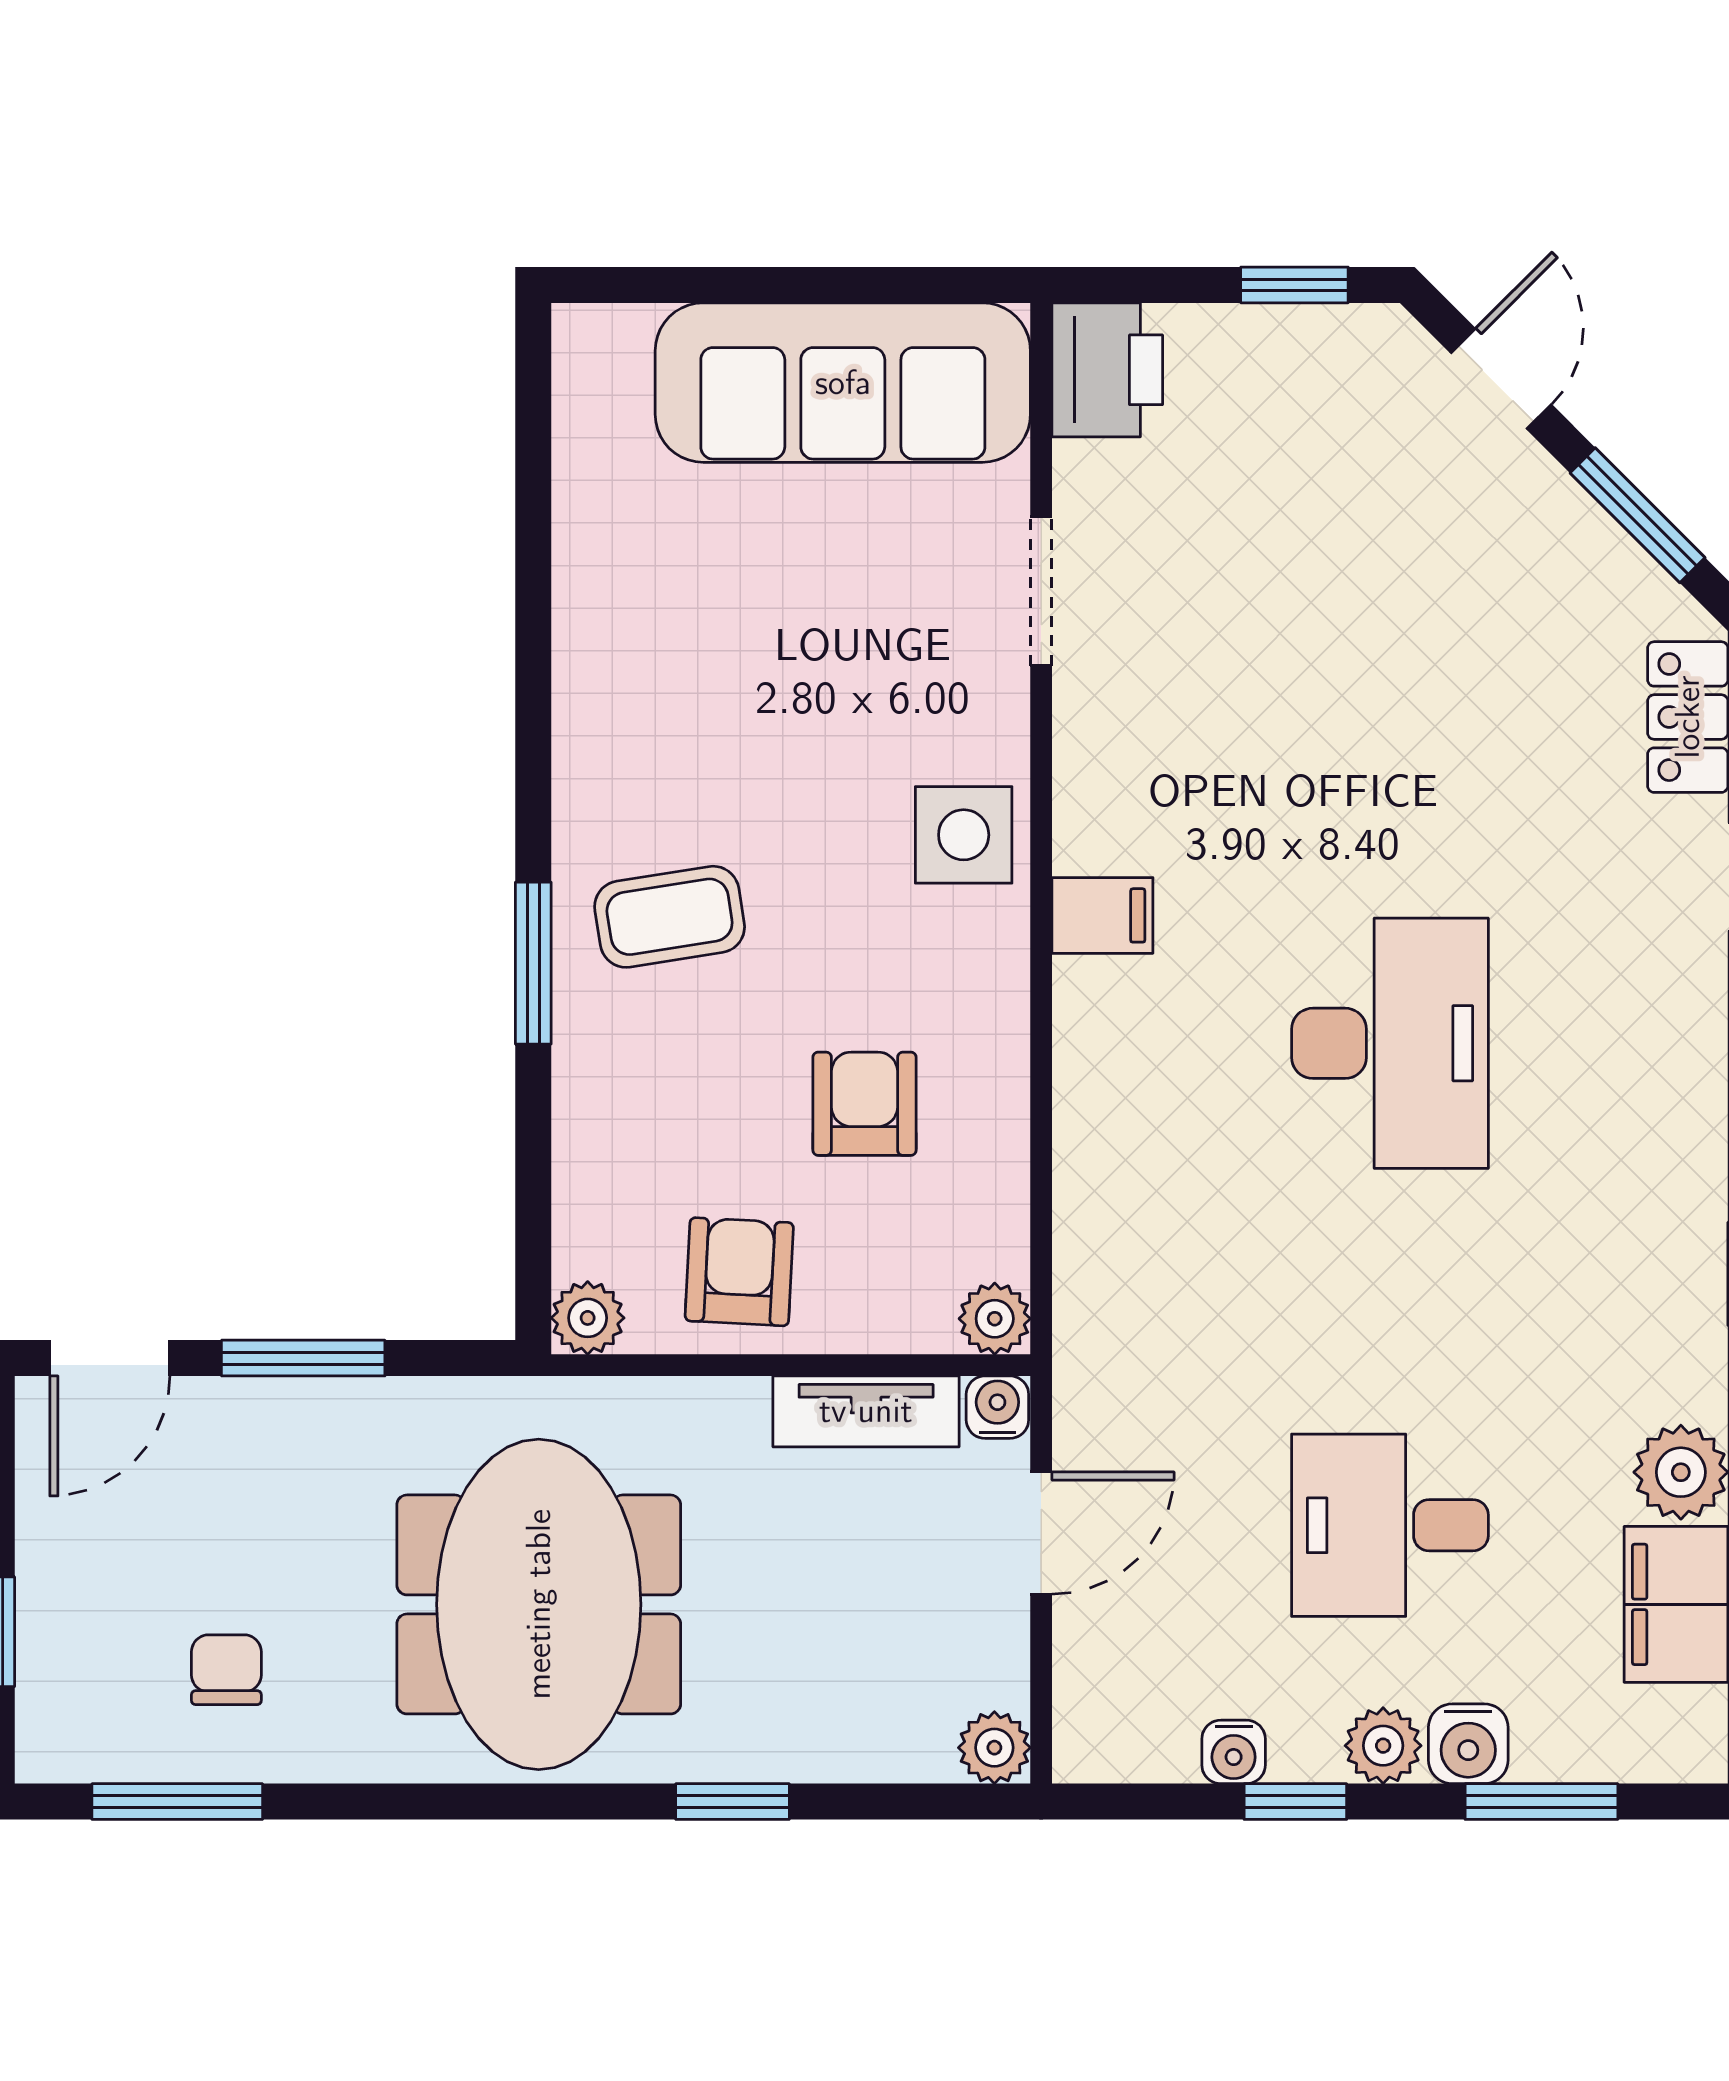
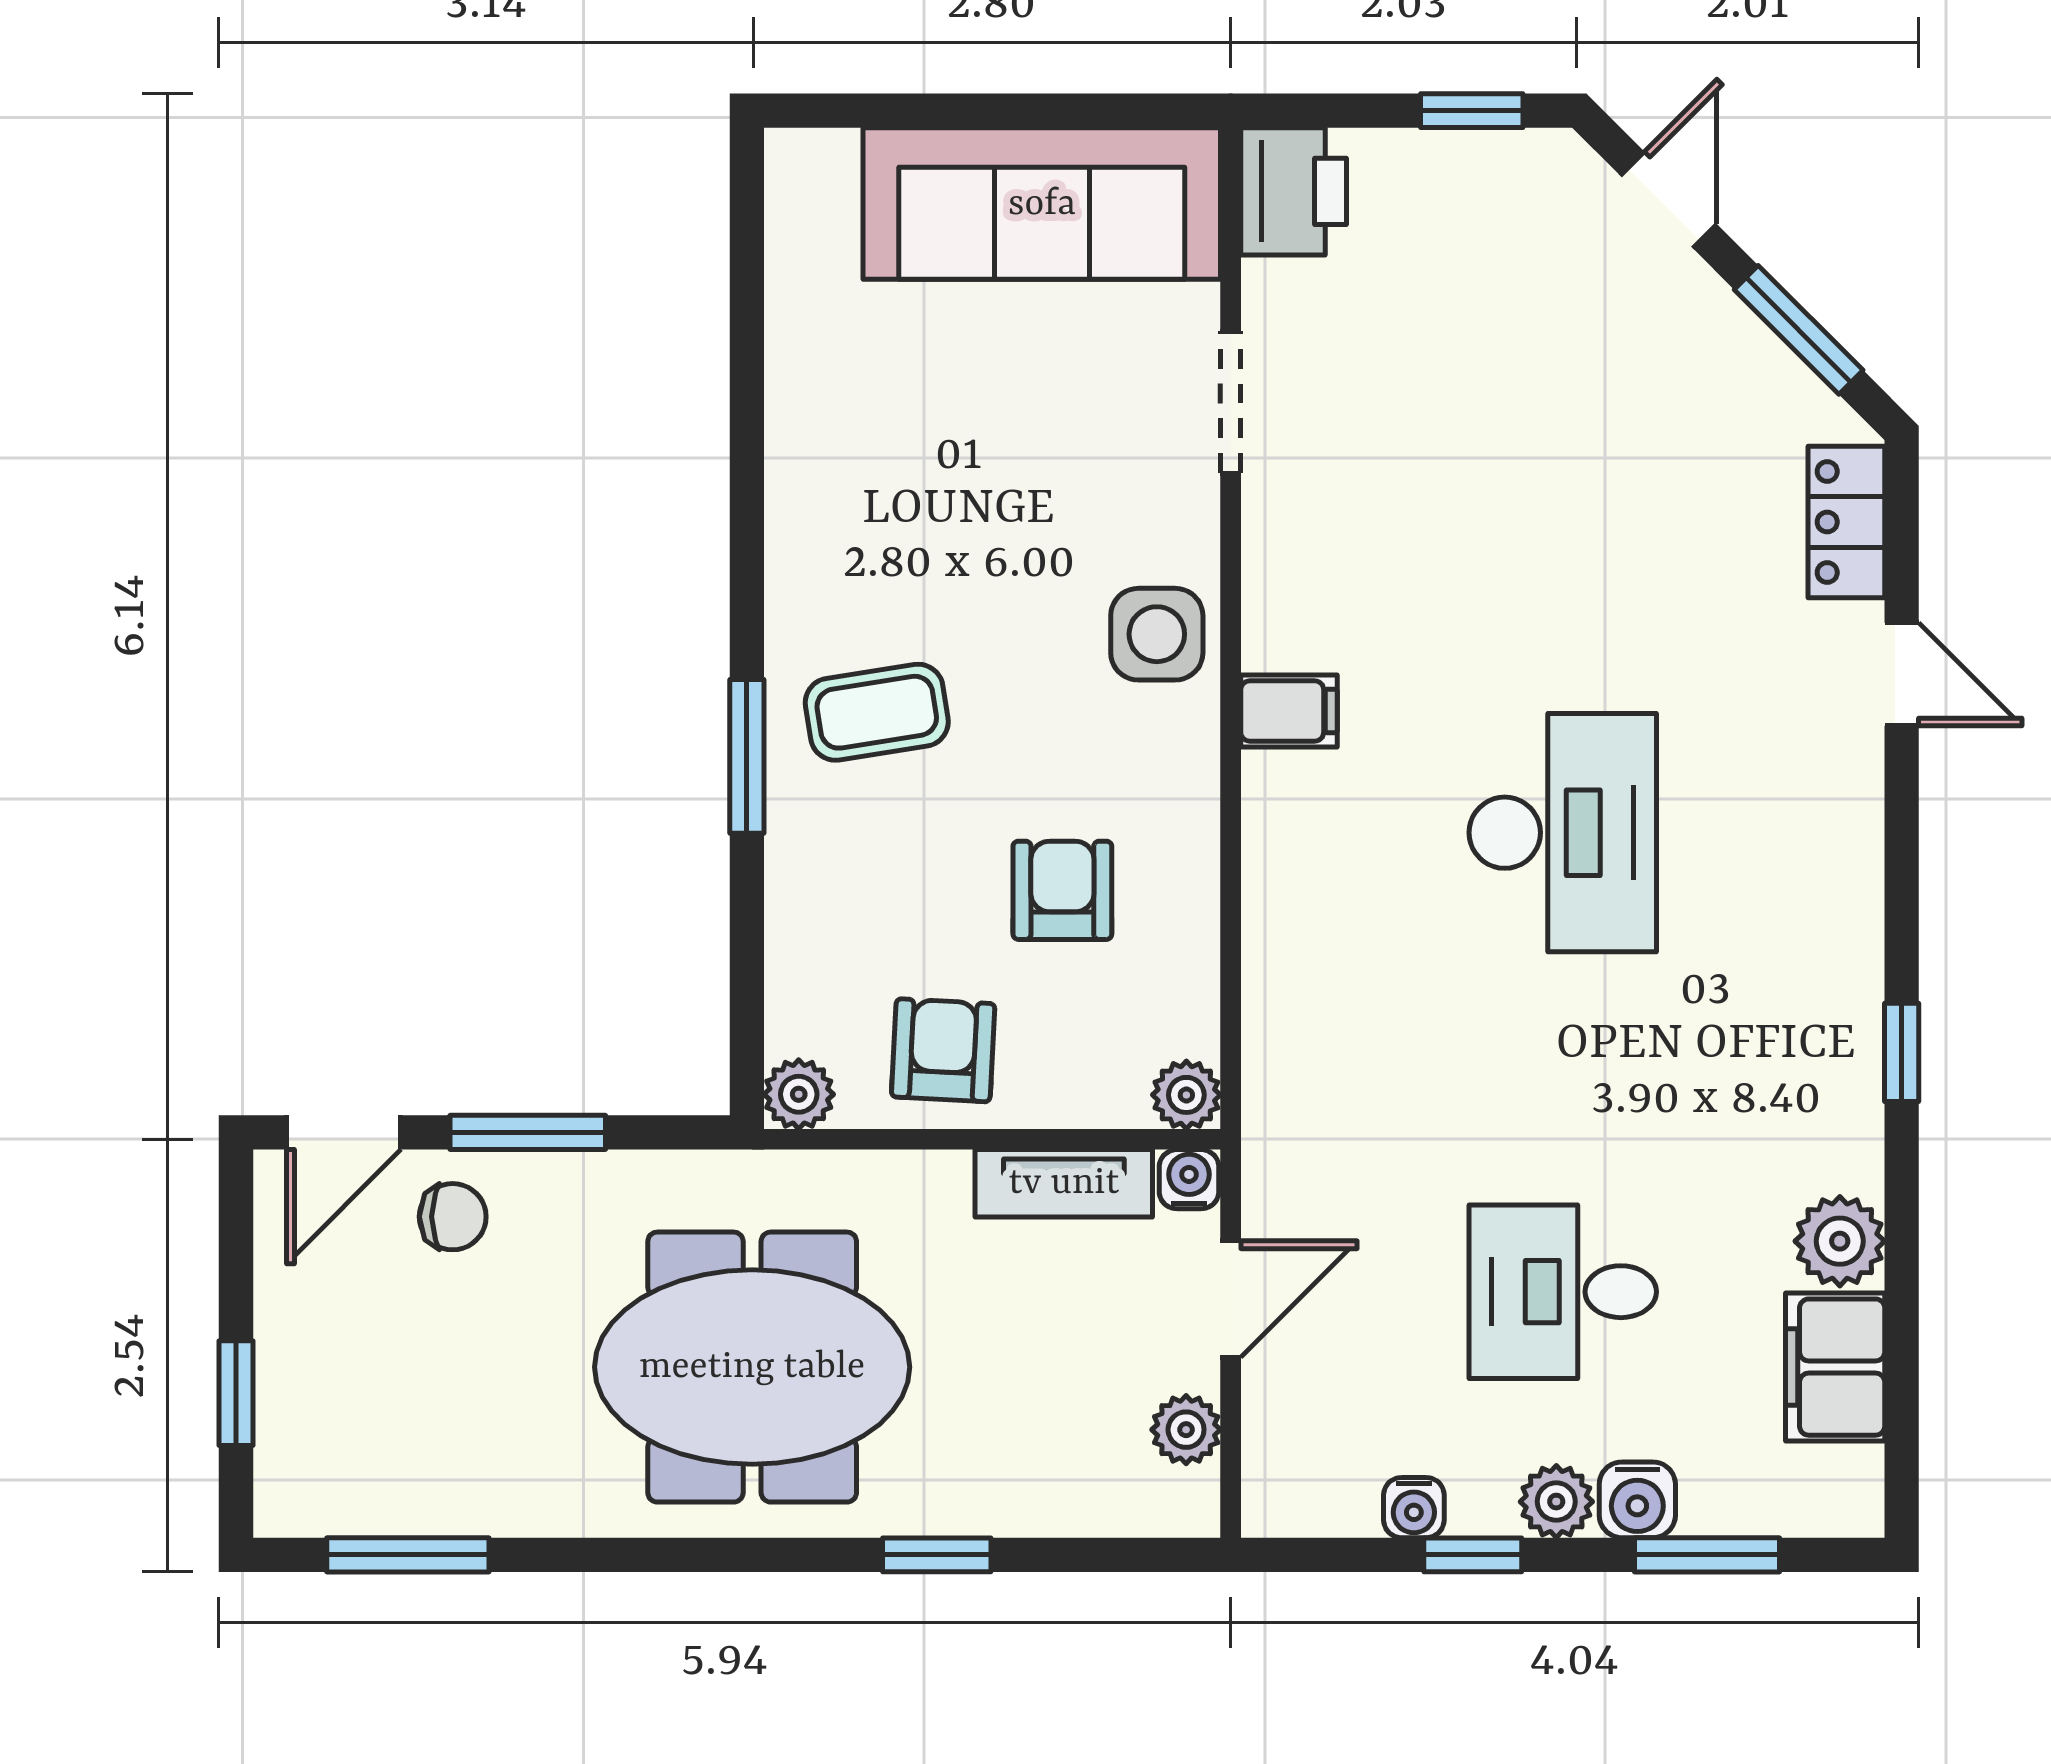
meeting table: (539, 1604) -> (752, 1367), turned 90
chair: (226, 1670) -> (453, 1217), moved, turned 90
plant: (994, 1748) -> (1186, 1430), moved

